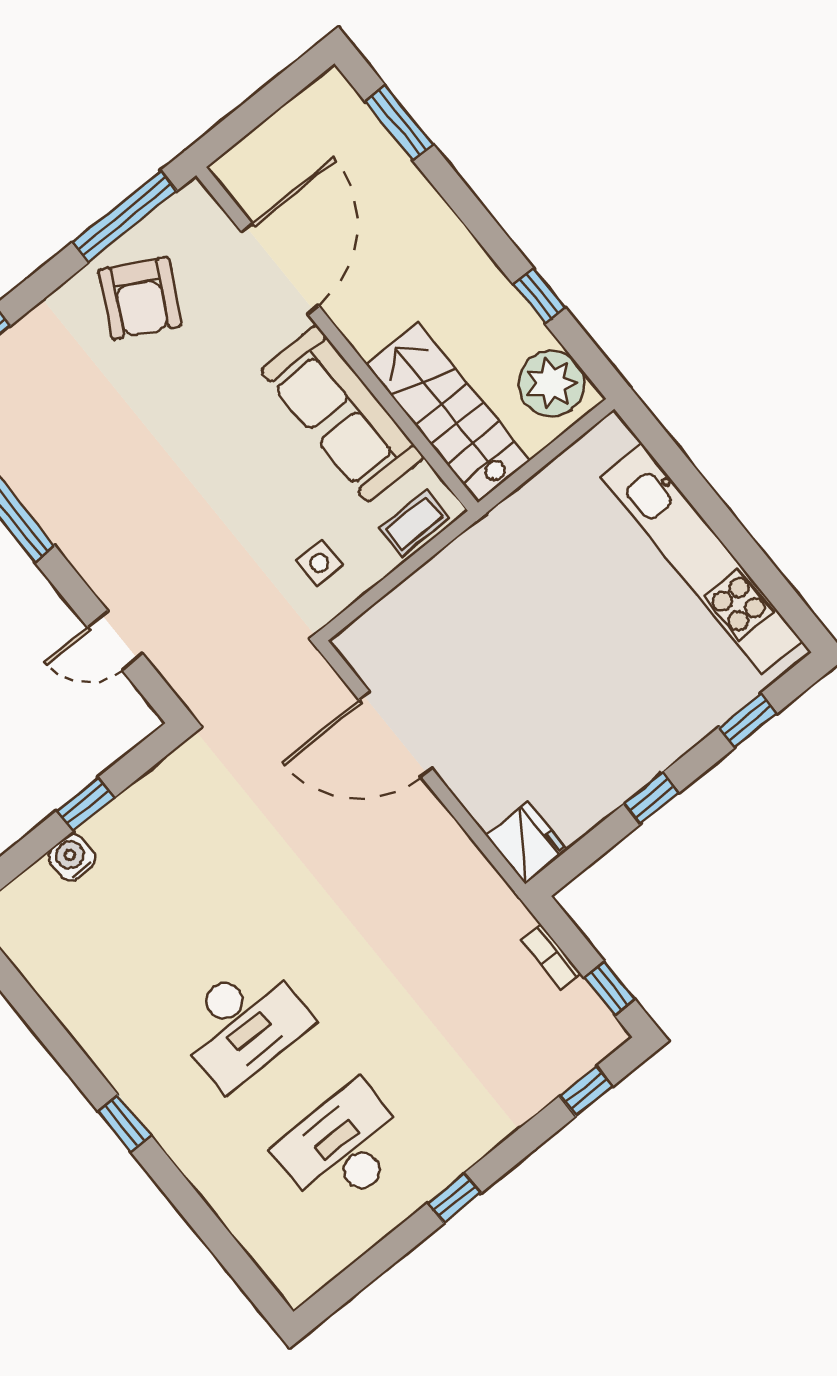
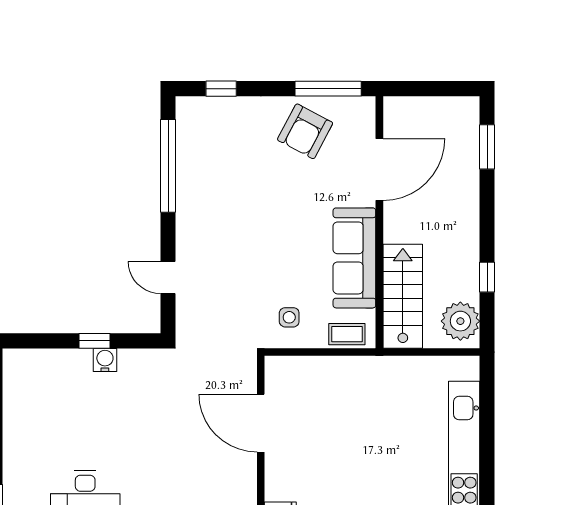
water cooler: (72, 857) -> (105, 360), moved

